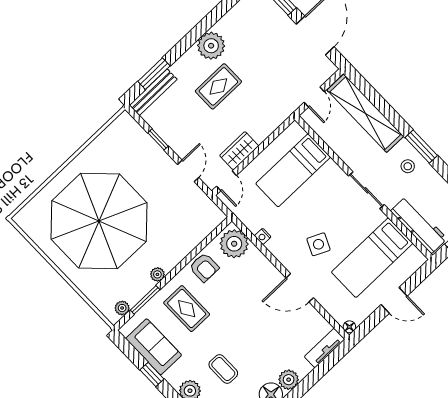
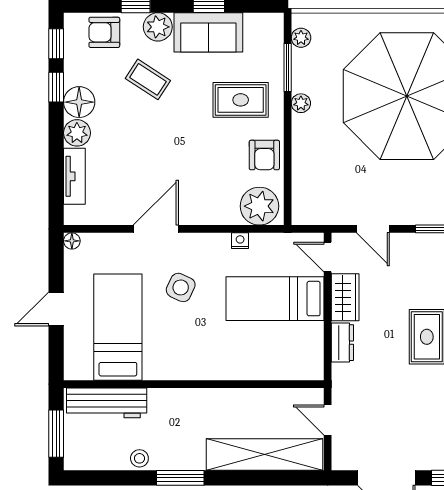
dresser: (265, 129) -> (342, 343), added
stool: (408, 166) -> (139, 458), moved
bed: (293, 170) -> (275, 299), moved, turned -90
sliding door: (366, 190) -> (189, 384), removed
armchair: (204, 267) -> (264, 155), turned -90
sofa: (154, 347) -> (208, 32), moved
tv unit: (325, 348) -> (74, 176), moved
coffee table: (223, 369) -> (148, 79), turned 33

